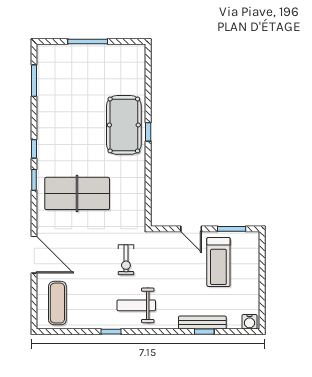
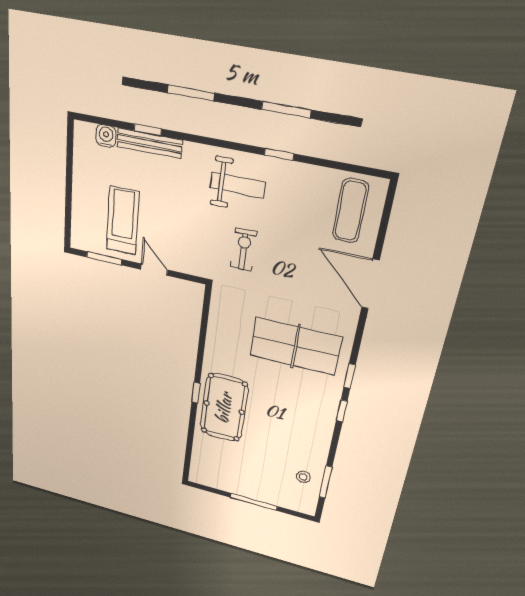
stool: (52, 80) -> (303, 477), added
water cooler: (250, 322) -> (106, 136), moved

